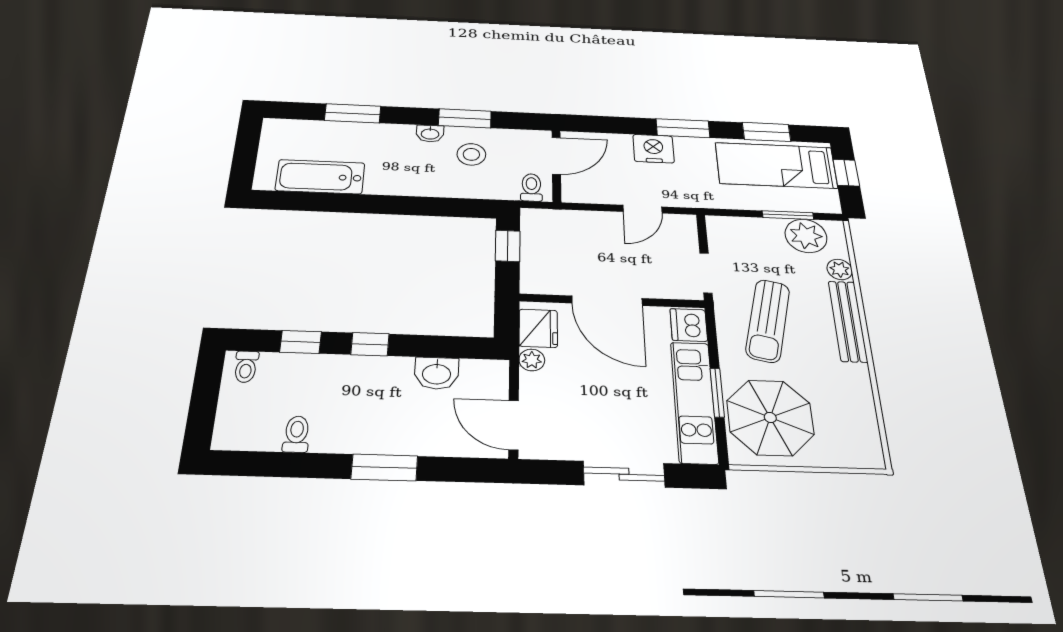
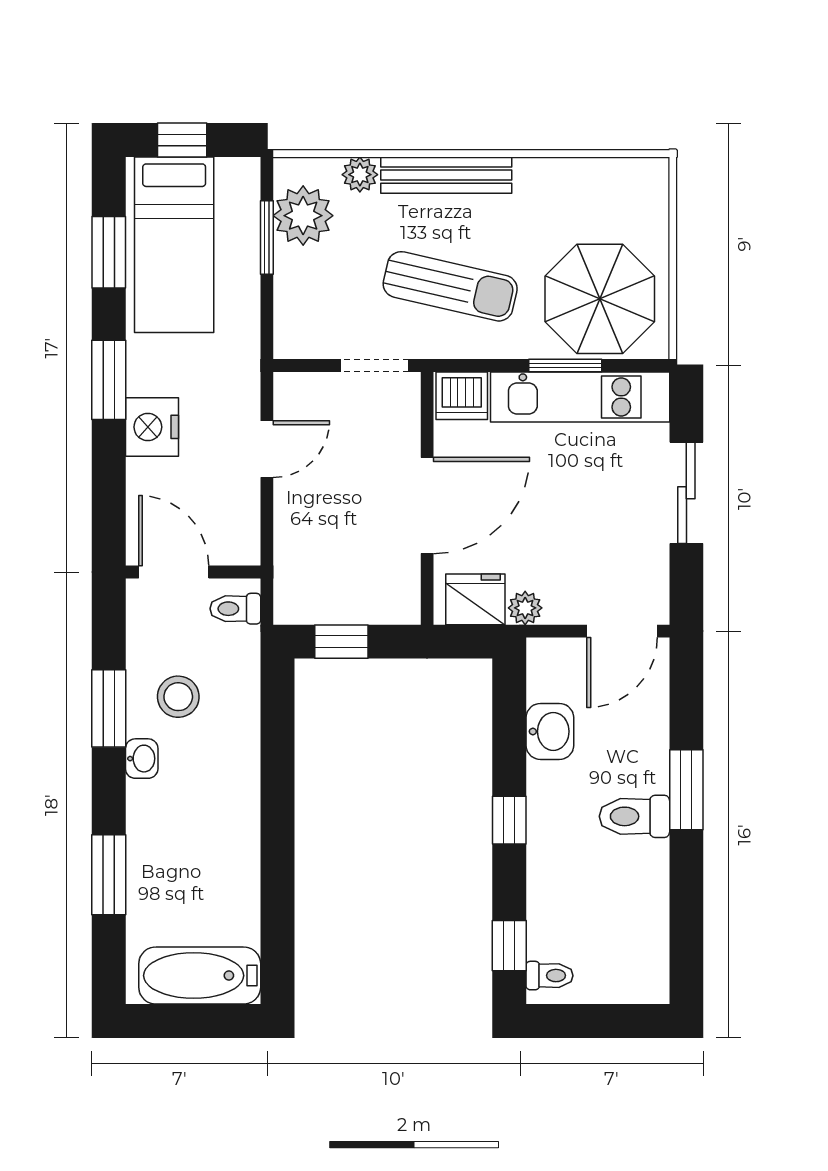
bathtub: (320, 177) -> (200, 976), moved, turned 90
door: (642, 209) -> (267, 449), hinge flipped
window: (301, 342) -> (509, 946), moved
toilet: (297, 434) -> (634, 816), moved, width x1.37, depth x1.39

